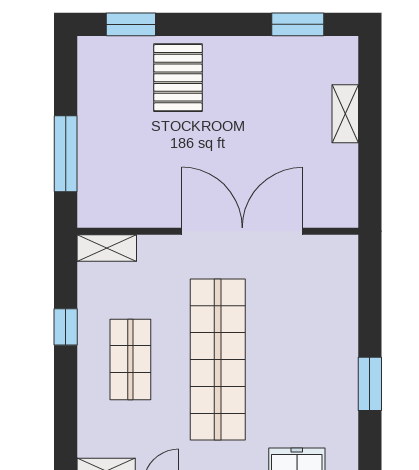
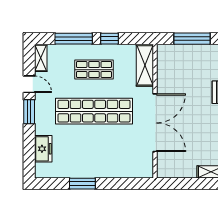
shelving: (107, 248) -> (145, 65), width x1.50, depth x1.33
window: (66, 402) -> (74, 39), added

